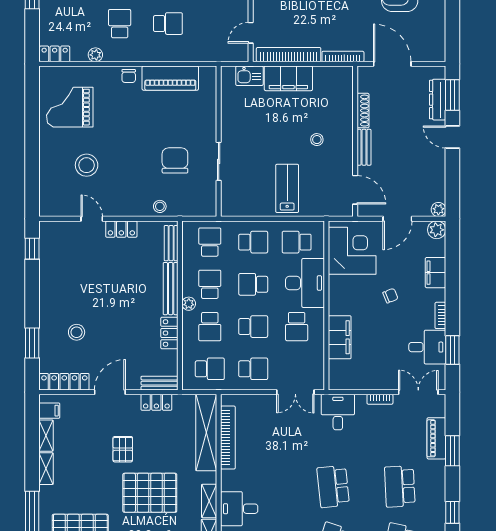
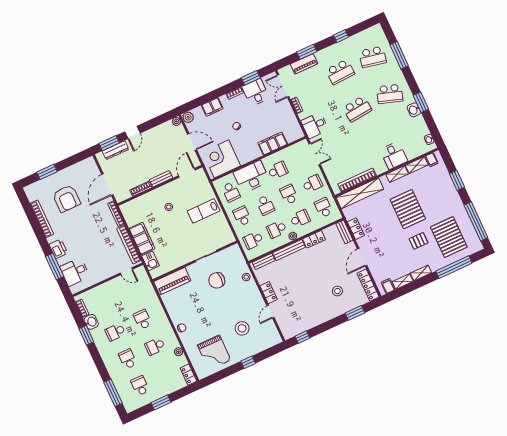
piano: (170, 78) -> (172, 281), moved, turned 90
window: (32, 151) -> (248, 362), added
school desk: (253, 369) -> (312, 184), turned 90
door: (110, 392) -> (362, 257), hinge flipped
pallet: (123, 449) -> (419, 241), moved

